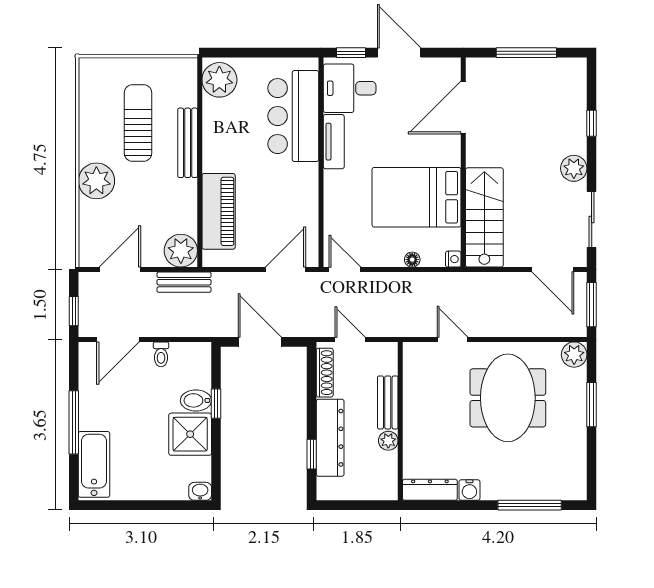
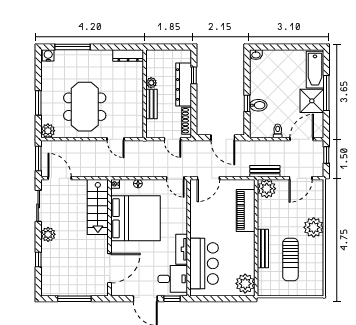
bed: (417, 197) -> (136, 218), width x1.36
shower: (190, 434) -> (312, 101), moved
water cooler: (469, 490) -> (48, 55), moved

